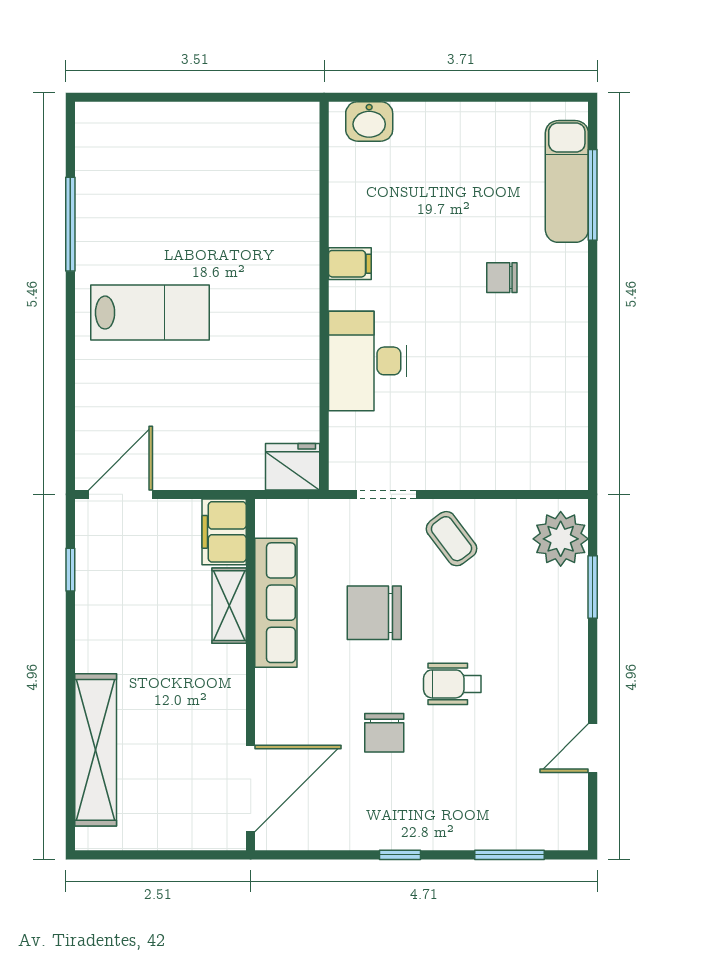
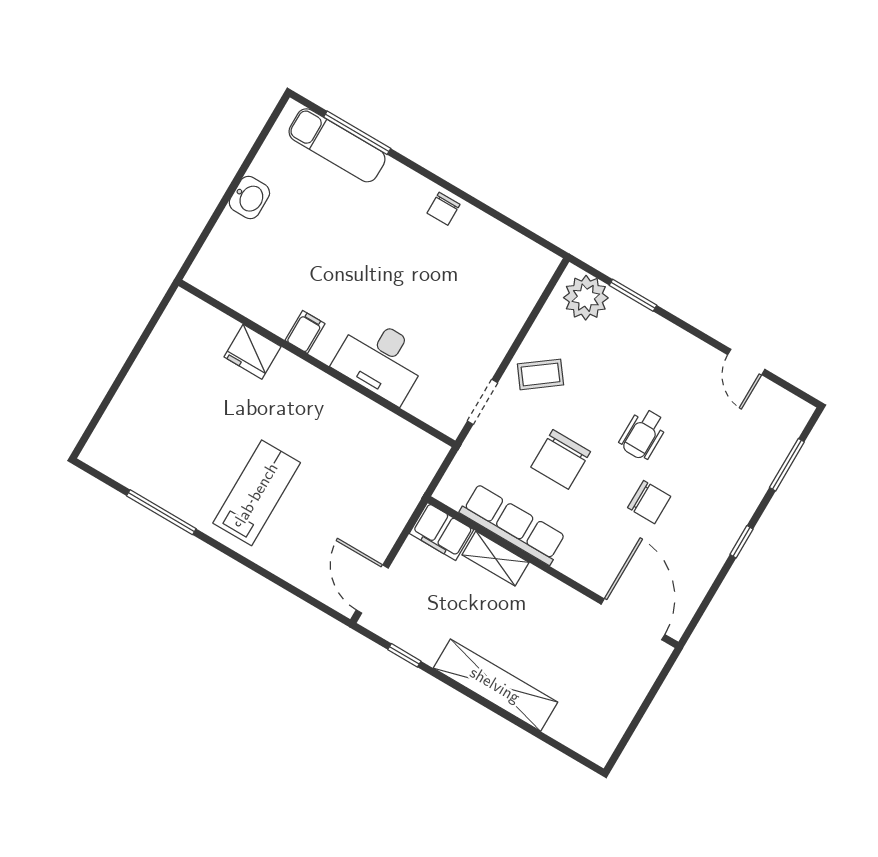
washbasin: (369, 121) -> (249, 198), moved
chair: (502, 278) -> (444, 209), moved
fridge: (293, 467) -> (252, 352), moved, turned -90
shelving: (96, 750) -> (495, 685), moved

